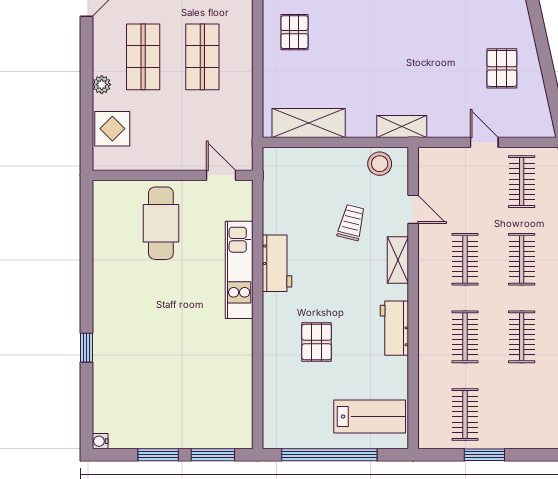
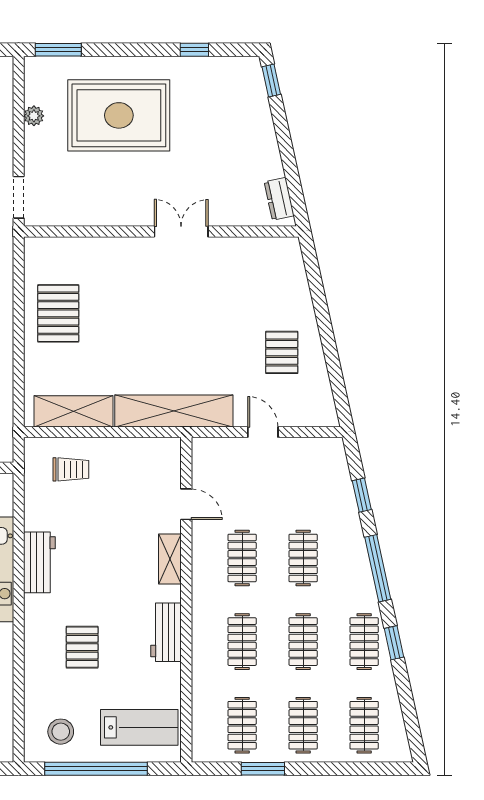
pallet: (294, 32) -> (58, 313), width x1.50, depth x1.42
shelving: (402, 126) -> (174, 411), width x2.20, depth x1.33
stool: (380, 164) -> (61, 732), moved
clothes rail: (522, 182) -> (303, 725), moved
trolley: (351, 223) -> (71, 469), moved, turned 76

